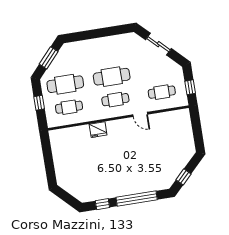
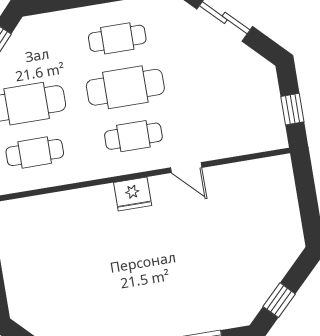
cafe table: (162, 92) -> (117, 38), moved
fridge: (98, 130) -> (133, 194), moved

